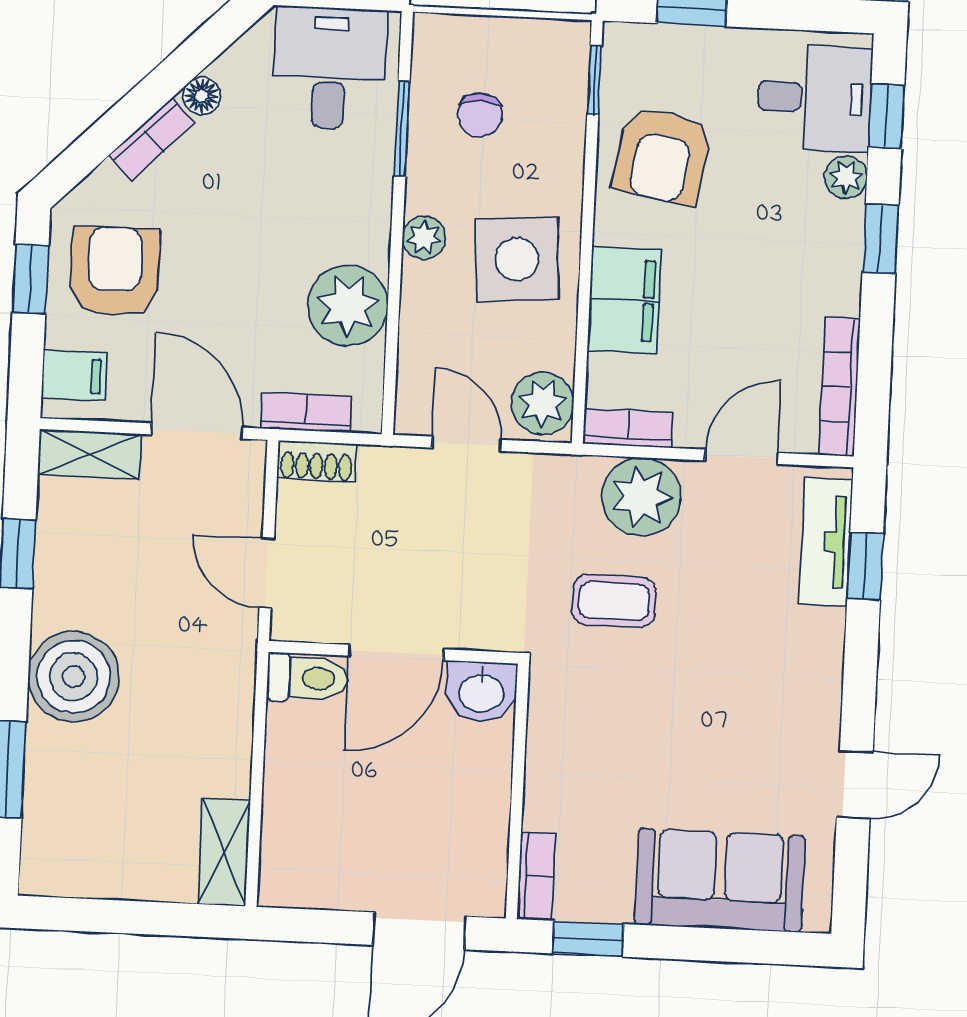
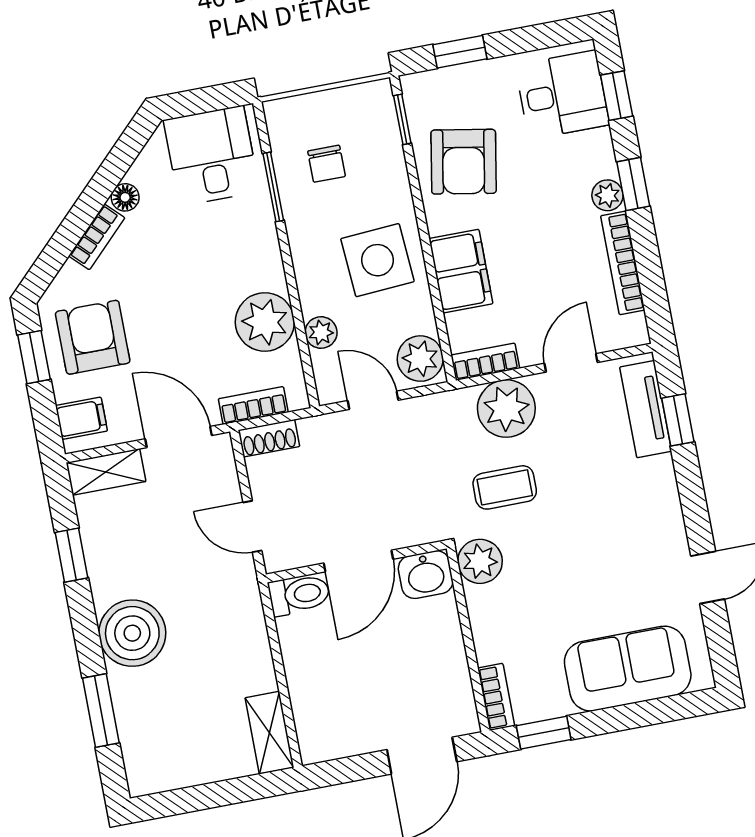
plant: (846, 177) -> (607, 195), moved
plant: (424, 238) -> (321, 332), moved
bookcase: (840, 387) -> (623, 263), moved
plant: (558, 691) -> (480, 561), added

